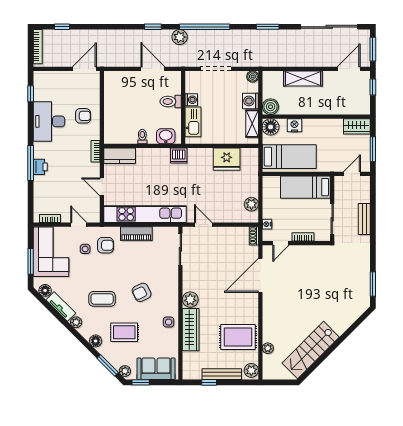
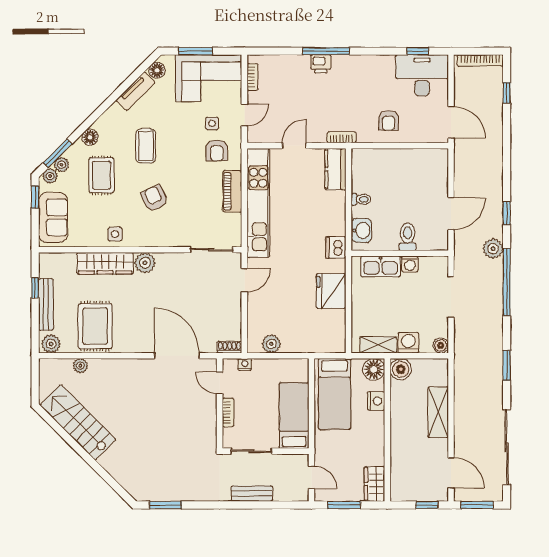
desk: (49, 121) -> (422, 75), moved
fridge: (227, 159) -> (331, 291), moved
plant: (76, 322) -> (62, 165), moved

